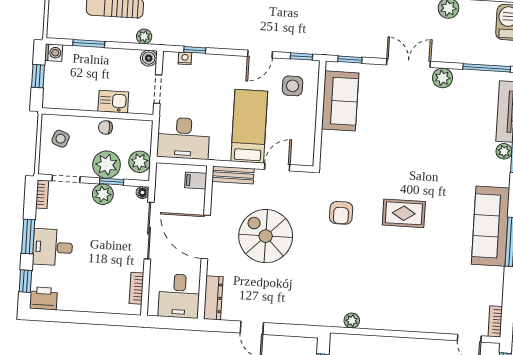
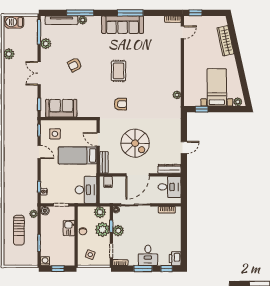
plant: (442, 78) -> (46, 44), moved
armchair: (420, 131) -> (75, 65), added
spiral stairs: (266, 236) -> (135, 143), turned -90

